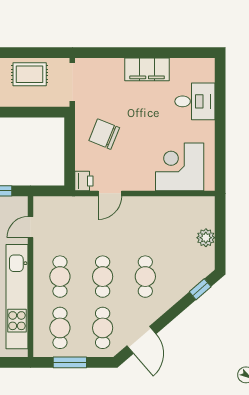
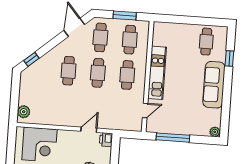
plant: (206, 238) -> (24, 112), moved
kitchen unit: (17, 297) -> (157, 73), width x0.73

